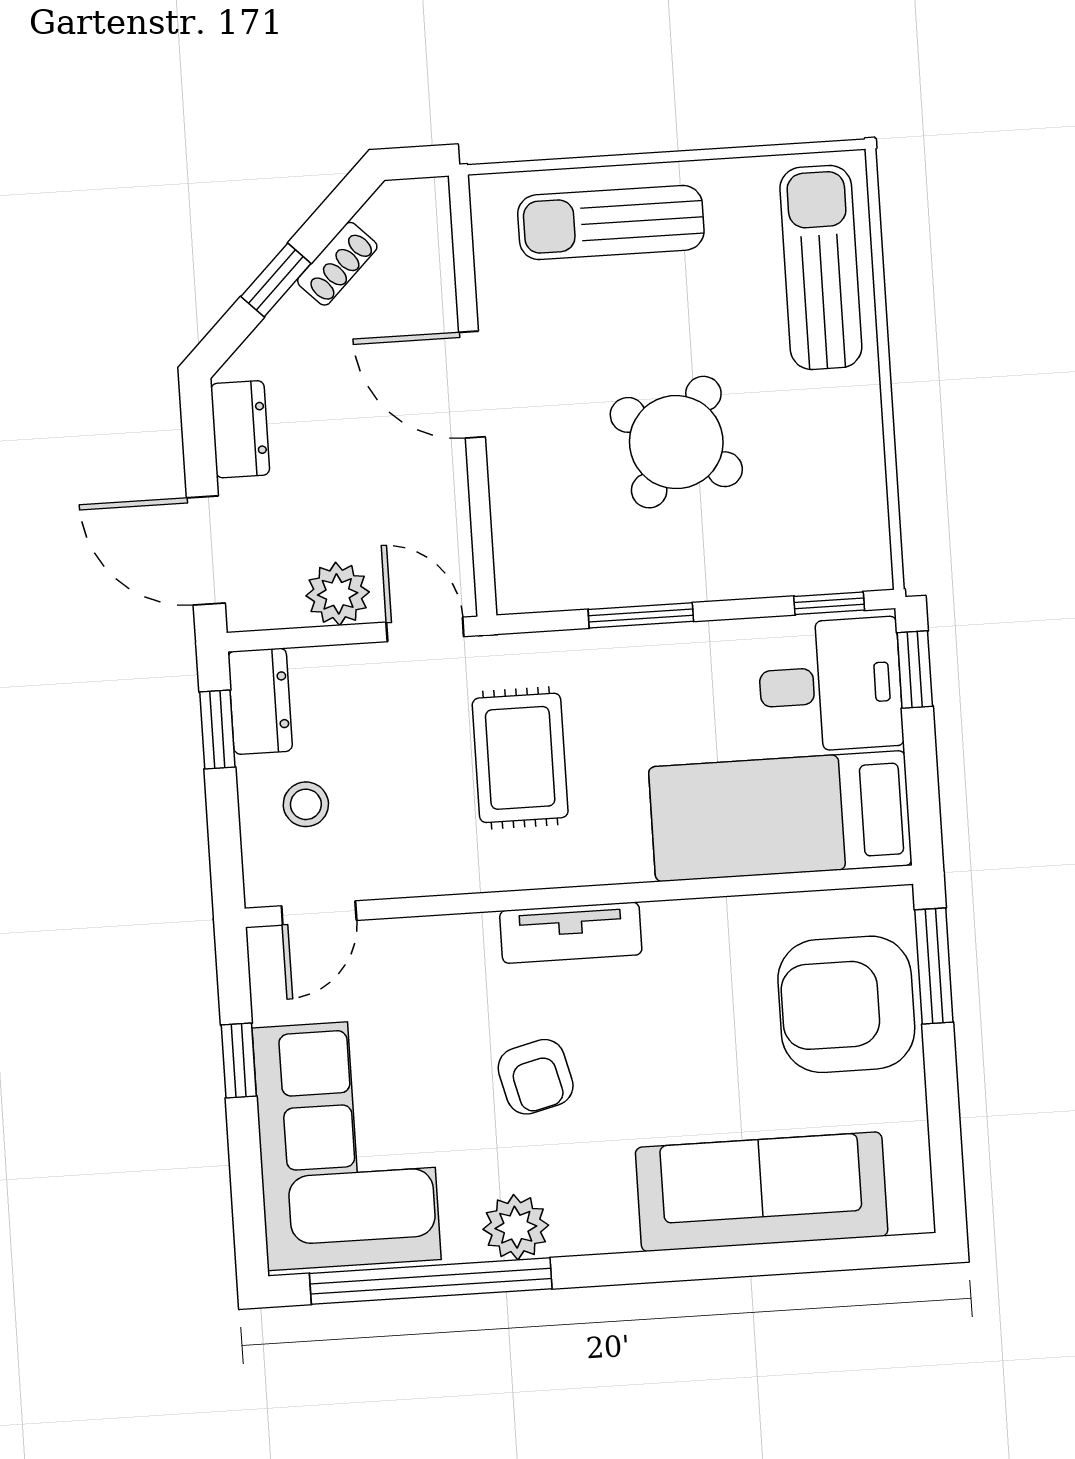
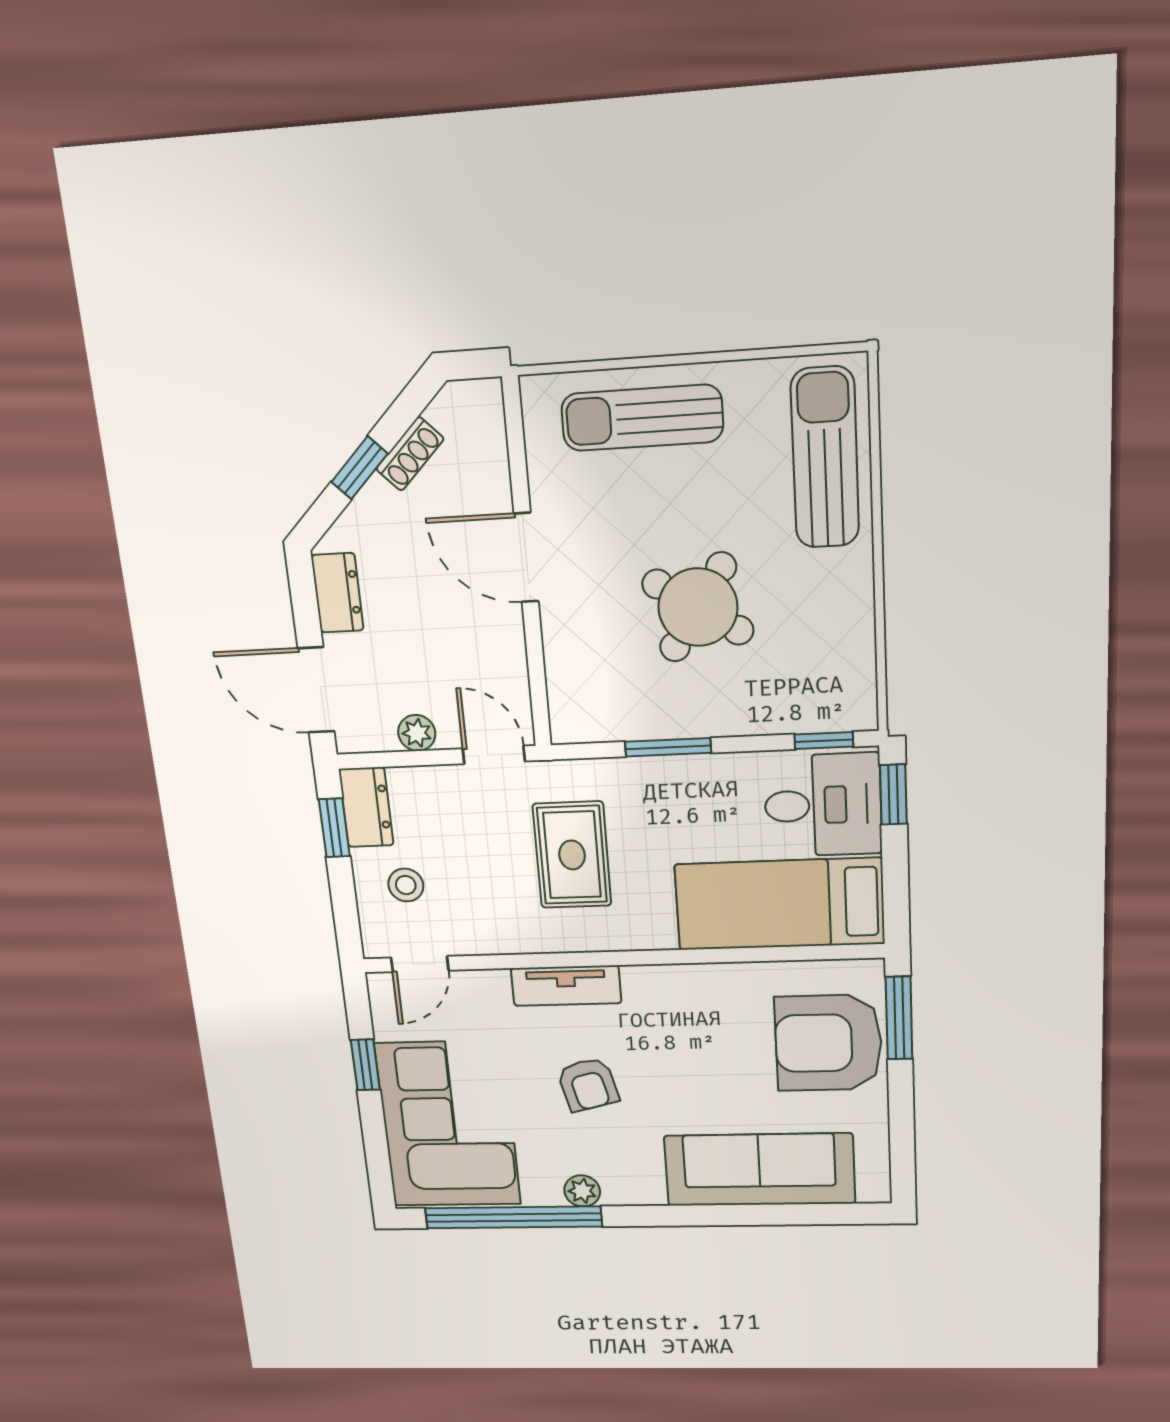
plant: (338, 594) -> (417, 733), width x0.73, depth x0.73
tv unit: (571, 933) -> (566, 986), moved
plant: (516, 1227) -> (582, 1191), width x0.73, depth x0.73

